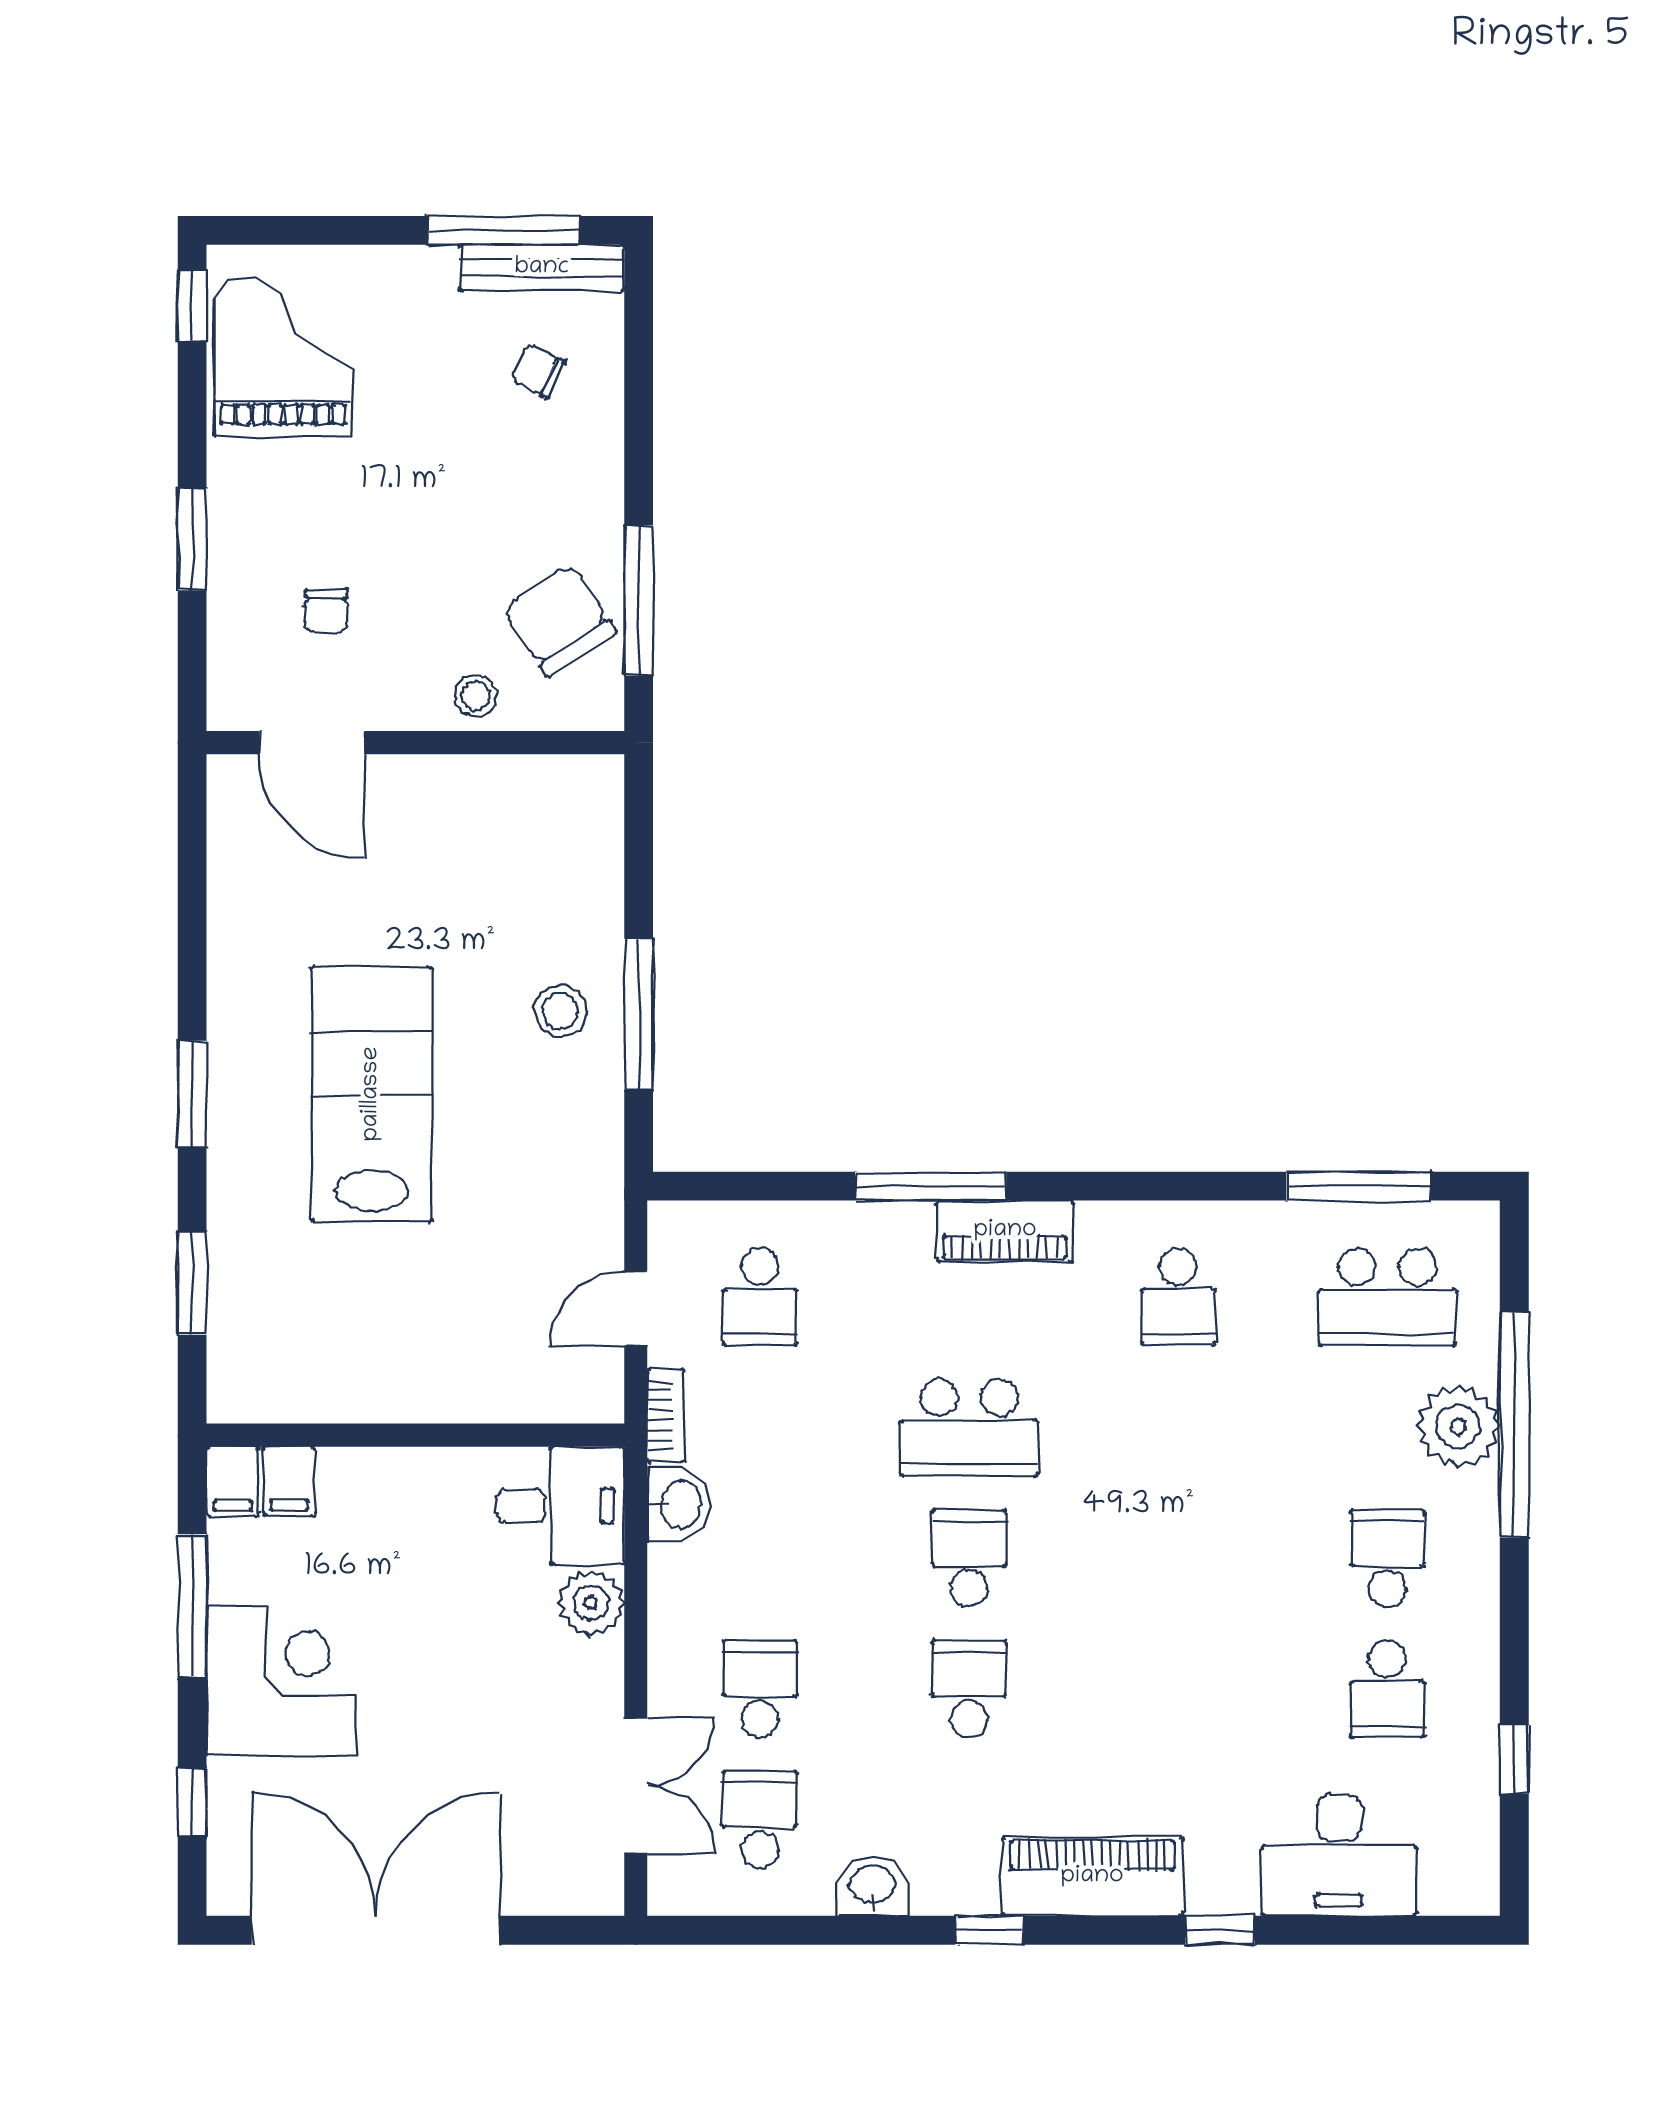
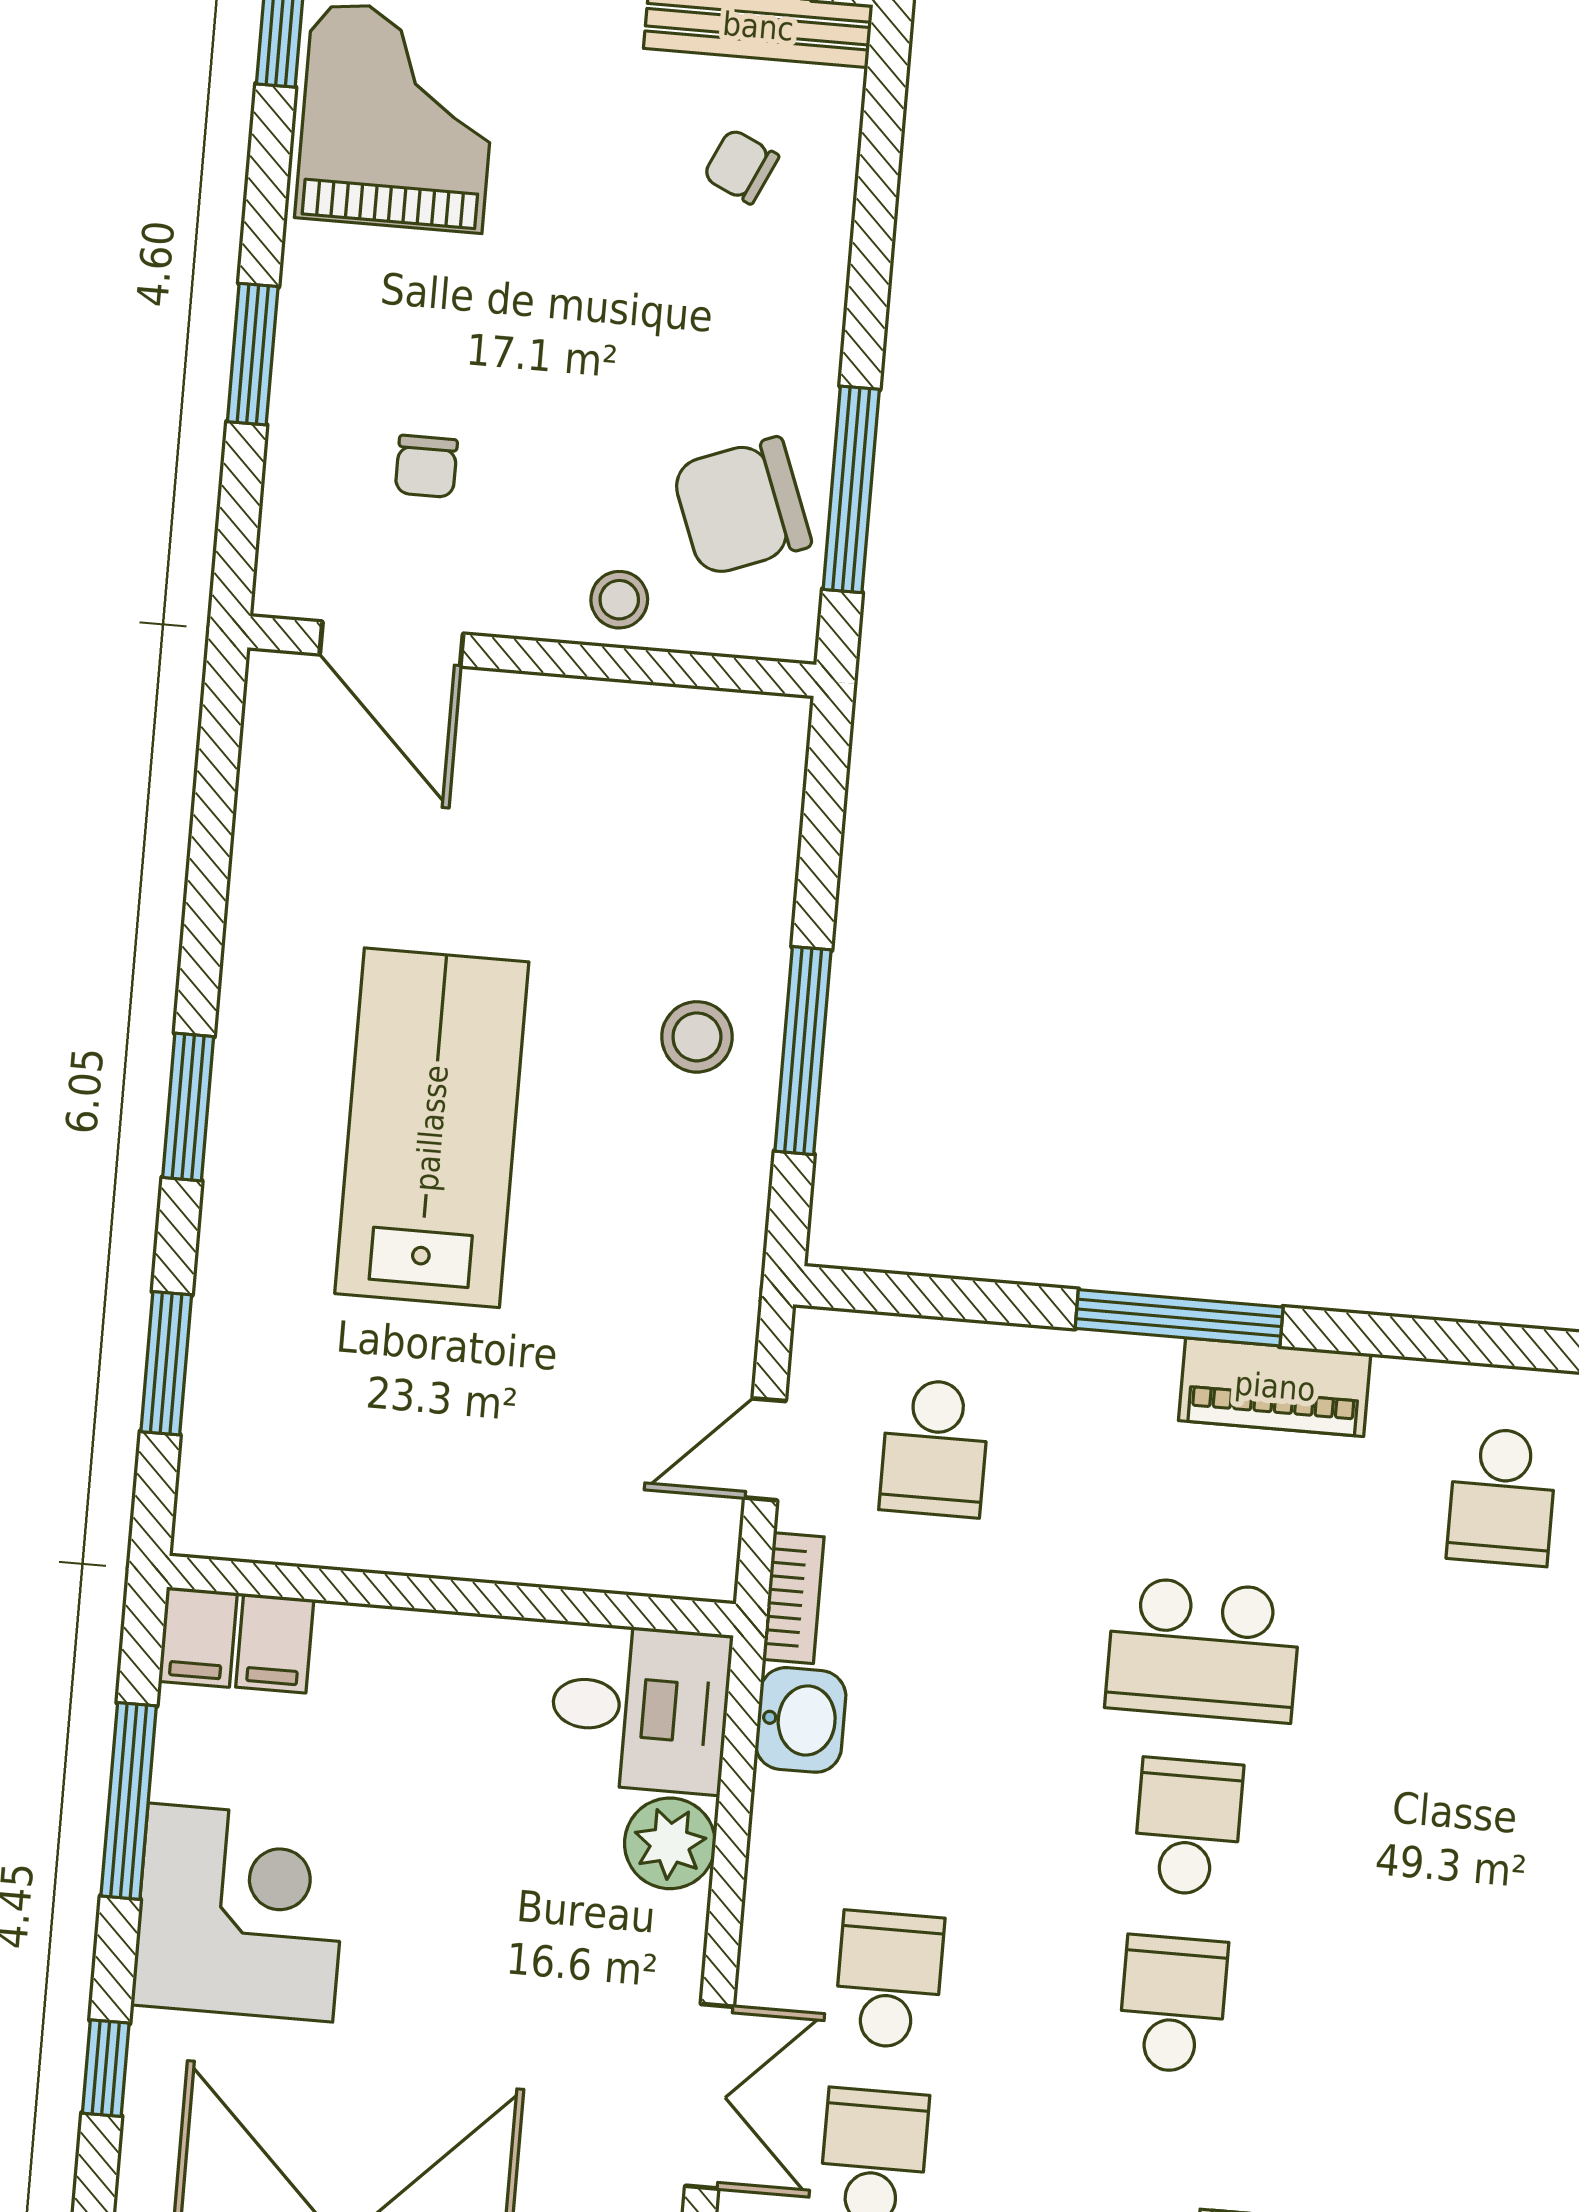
chair: (559, 620) -> (742, 507), turned -78

